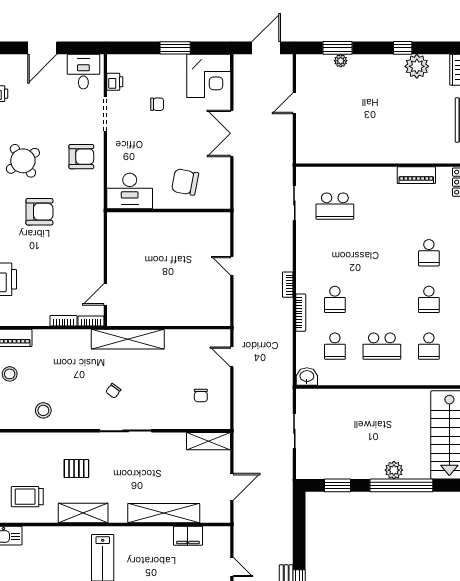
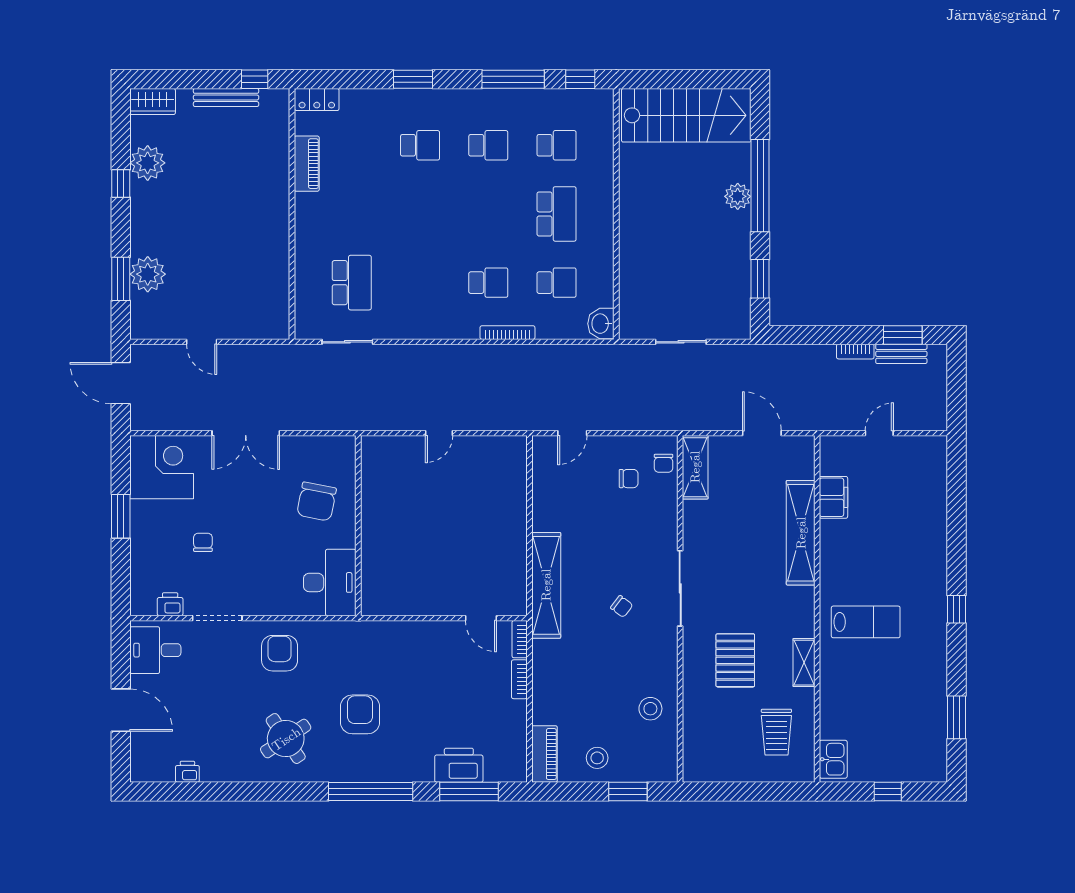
plant: (341, 61) -> (148, 274), width x1.88, depth x1.88
bookcase: (288, 285) -> (855, 352), moved
chair: (211, 419) -> (663, 463), added
pallet: (76, 469) -> (735, 660), width x1.50, depth x1.42
shelving: (83, 513) -> (804, 663), width x0.67, depth x0.75

